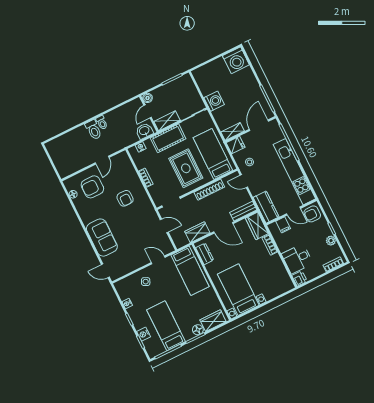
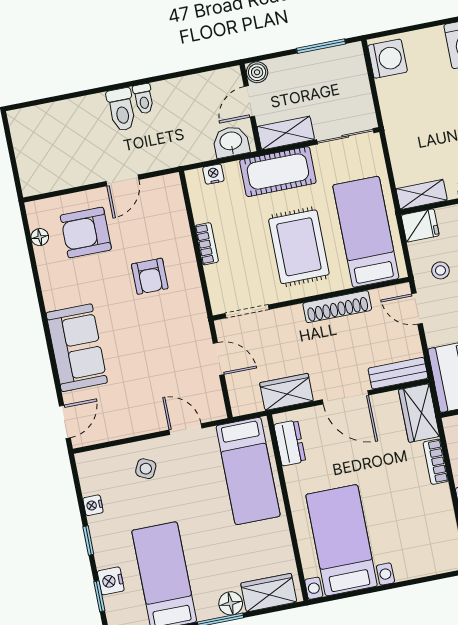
washing machine: (214, 101) -> (388, 59), moved
door: (105, 271) -> (65, 422), swing flipped

